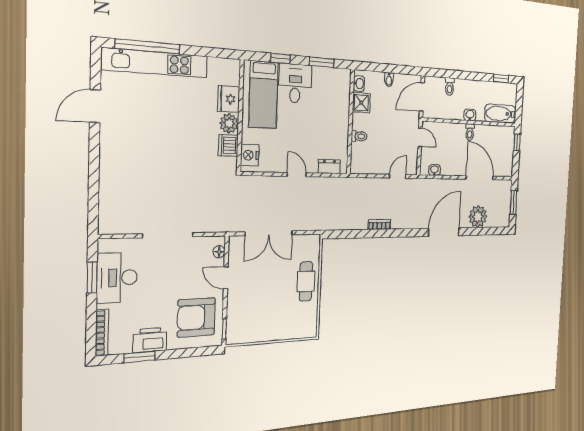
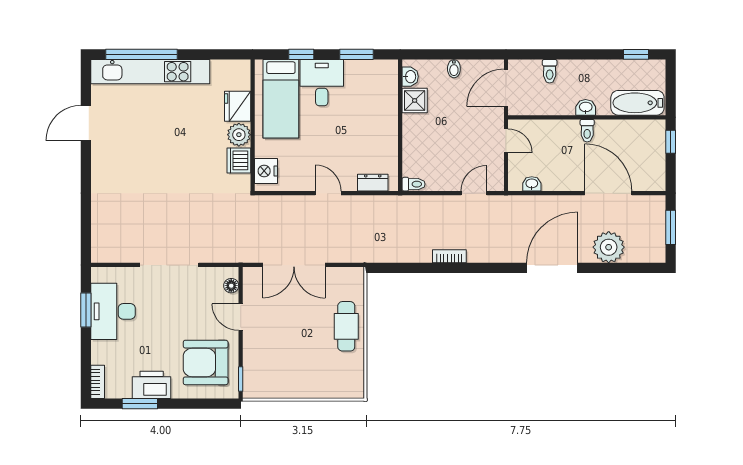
toilet: (359, 136) -> (414, 184), moved
bookcase: (102, 333) -> (98, 382), width x0.64

